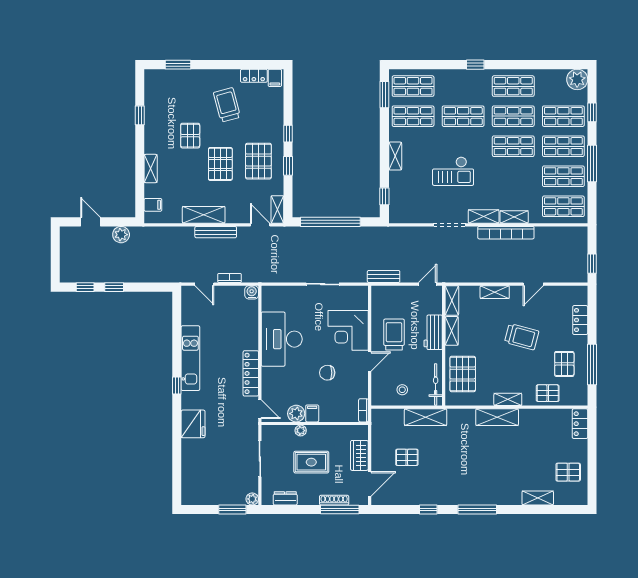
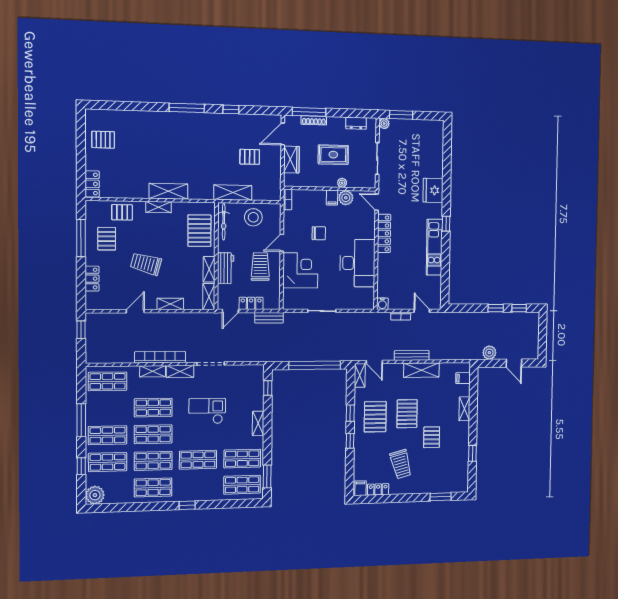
shop shelf: (563, 176) -> (153, 408), moved
locker: (404, 293) -> (251, 303), added
trolley: (394, 334) -> (260, 267), turned 180
stool: (402, 390) -> (253, 217), width x1.89, depth x1.89
shelving: (538, 498) -> (131, 117), removed

